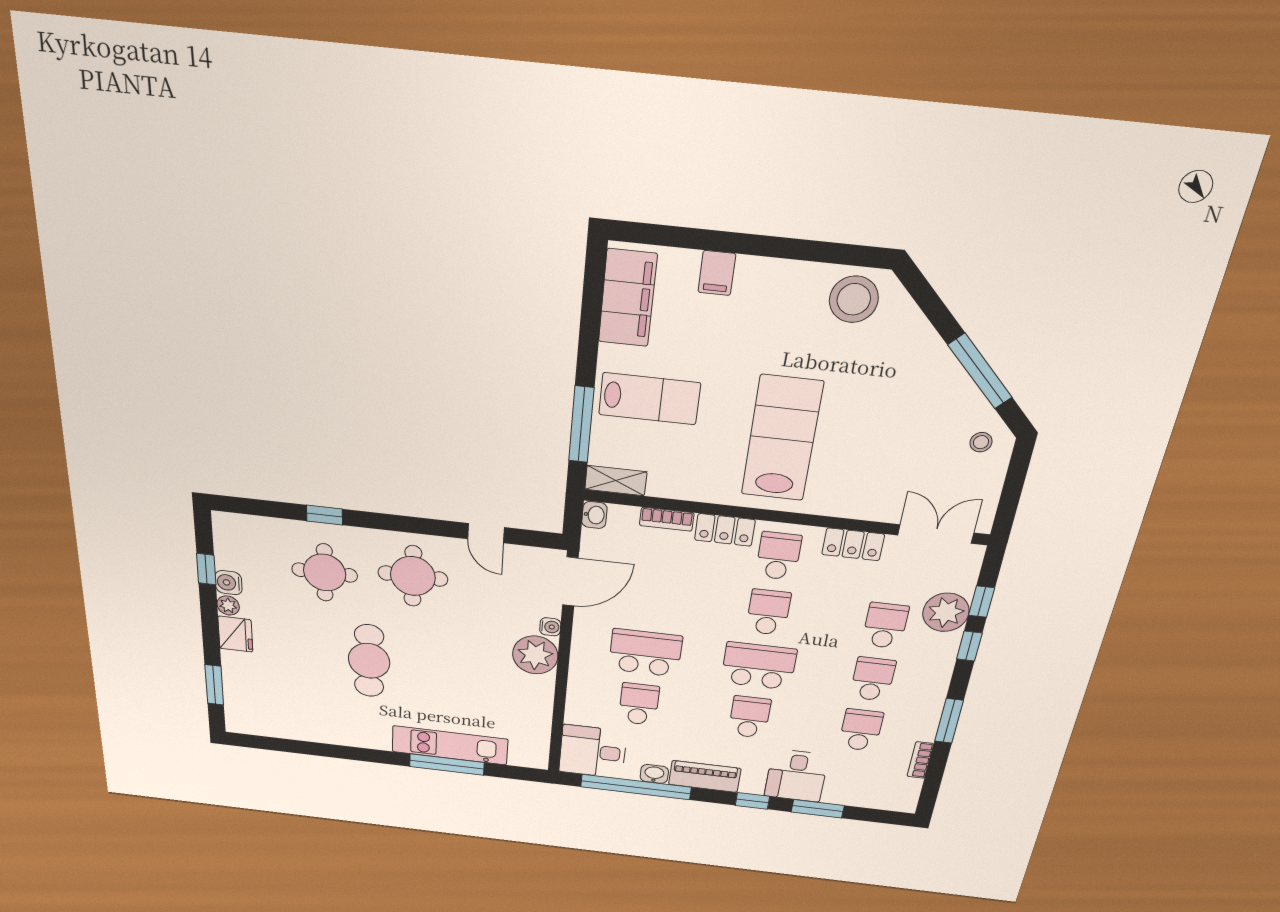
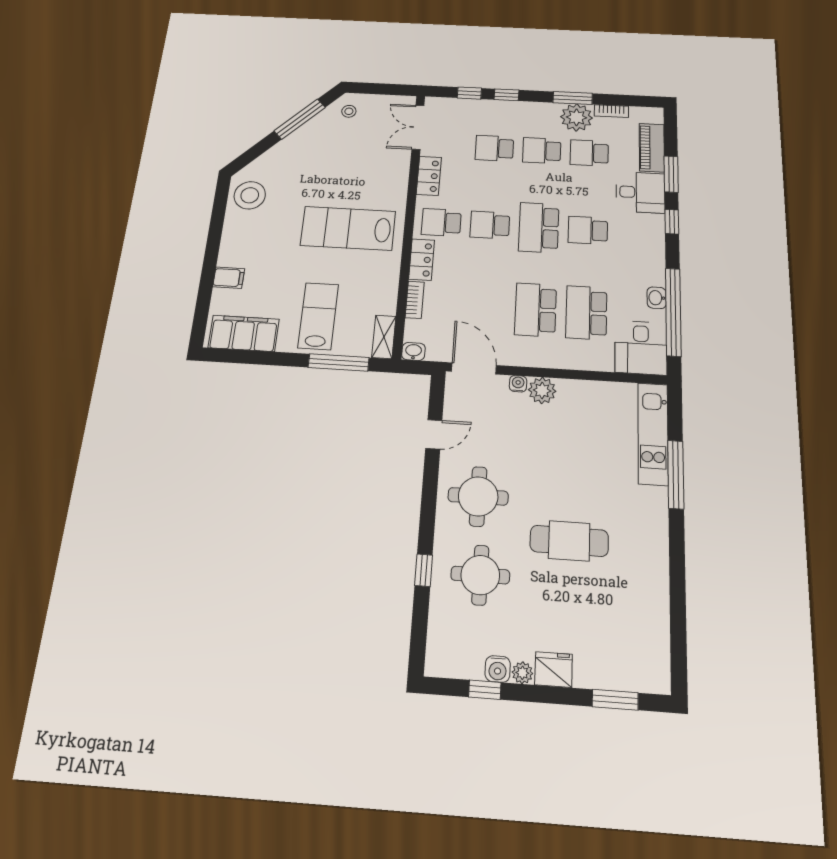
plant: (946, 612) -> (576, 117), moved
plant: (535, 655) -> (542, 390), width x0.73, depth x0.73
school desk: (639, 704) -> (586, 313), width x1.85
kitchen unit: (450, 745) -> (653, 434), moved
piano: (705, 776) -> (652, 148), moved

